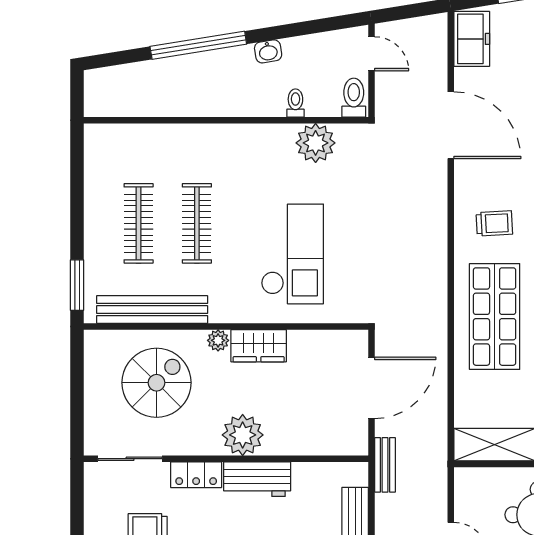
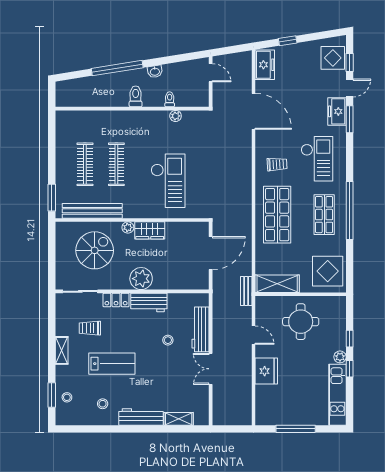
toilet: (354, 98) -> (136, 96), moved
plant: (316, 143) -> (176, 116), width x0.53, depth x0.53
bench: (385, 465) -> (246, 291), moved

